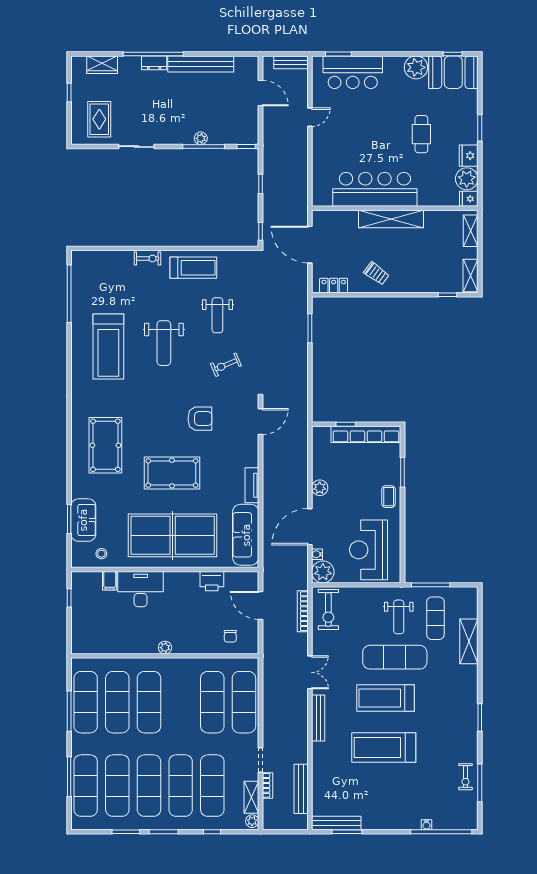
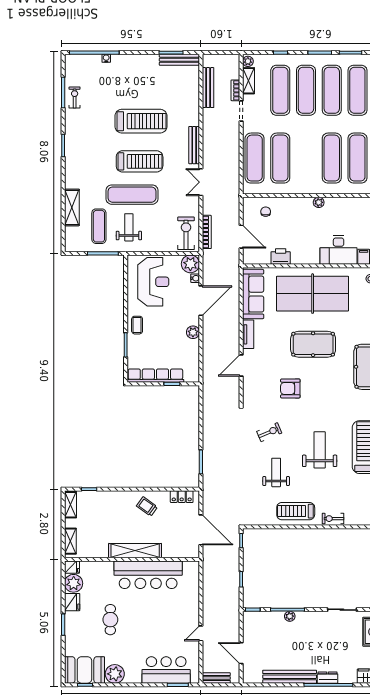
door: (261, 422) -> (241, 365), moved

